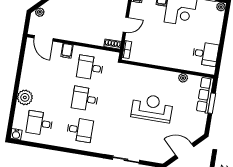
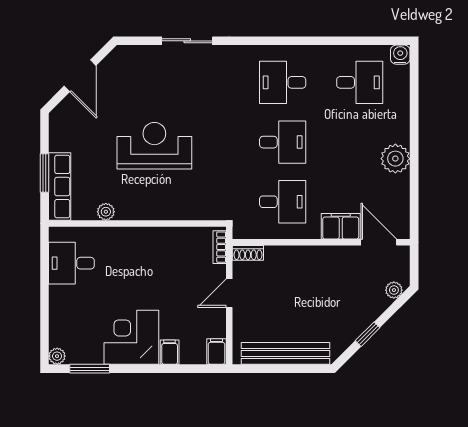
filing cabinet: (67, 51) -> (341, 226), width x2.00
plant: (25, 97) -> (395, 159), moved
reception desk: (152, 108) -> (154, 146), turned 180
door: (185, 151) -> (80, 76), hinge flipped

